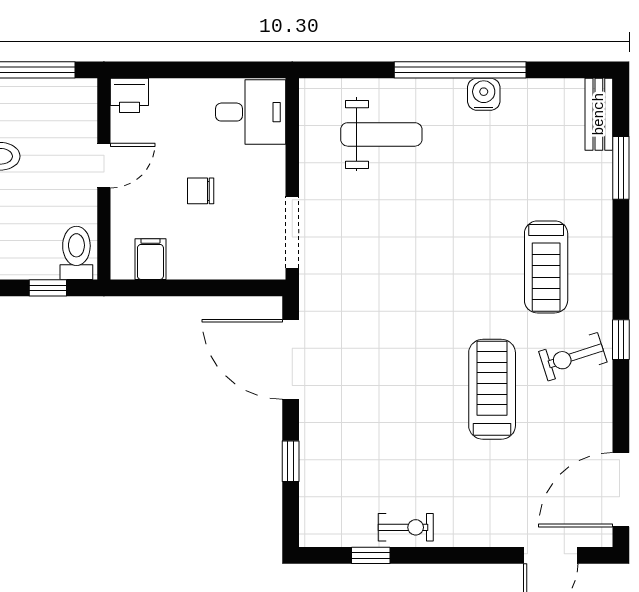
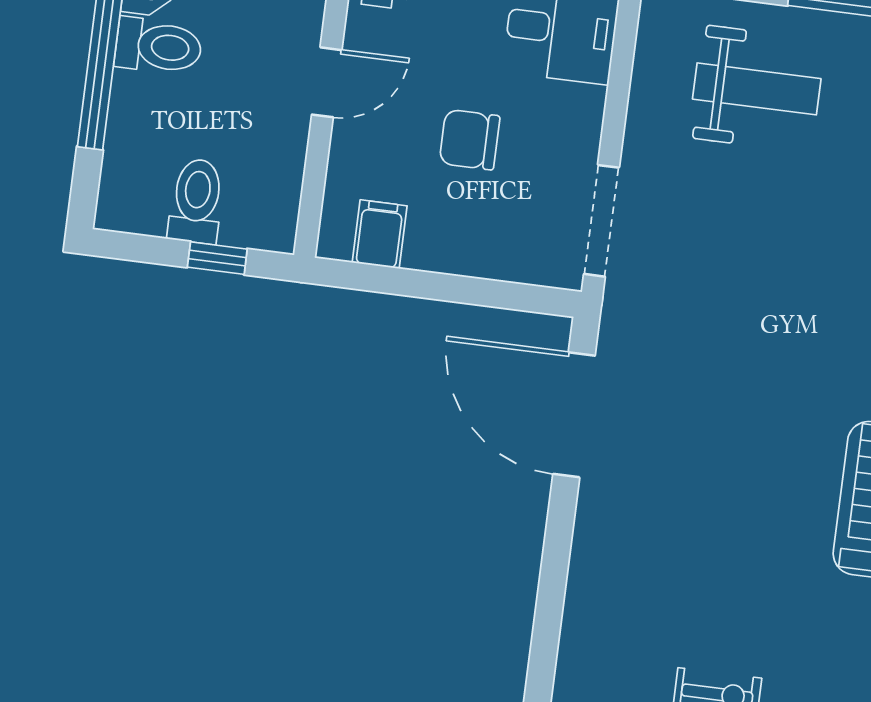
chair: (201, 191) -> (470, 140), width x1.37, depth x1.37
toilet: (76, 253) -> (196, 201), moved
window: (291, 461) -> (554, 570), removed

